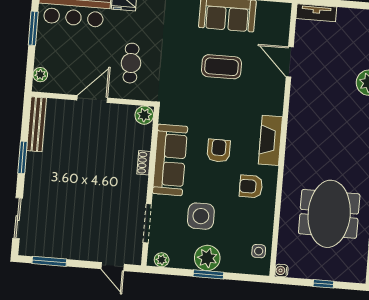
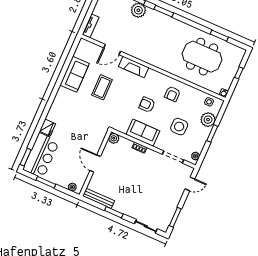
cafe table: (131, 63) -> (83, 136), removed
fireplace: (270, 140) -> (134, 67), moved
sofa: (170, 160) -> (143, 133), width x0.73
plant: (207, 258) -> (208, 120), moved

